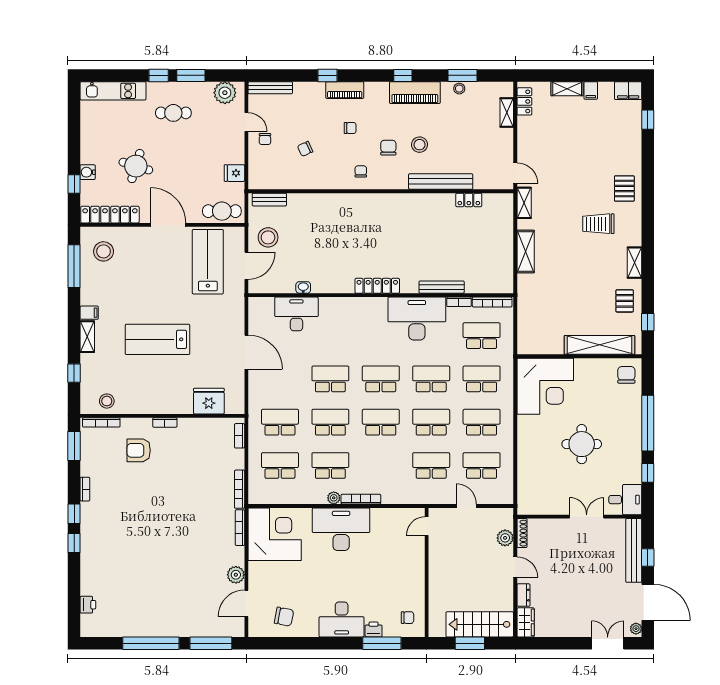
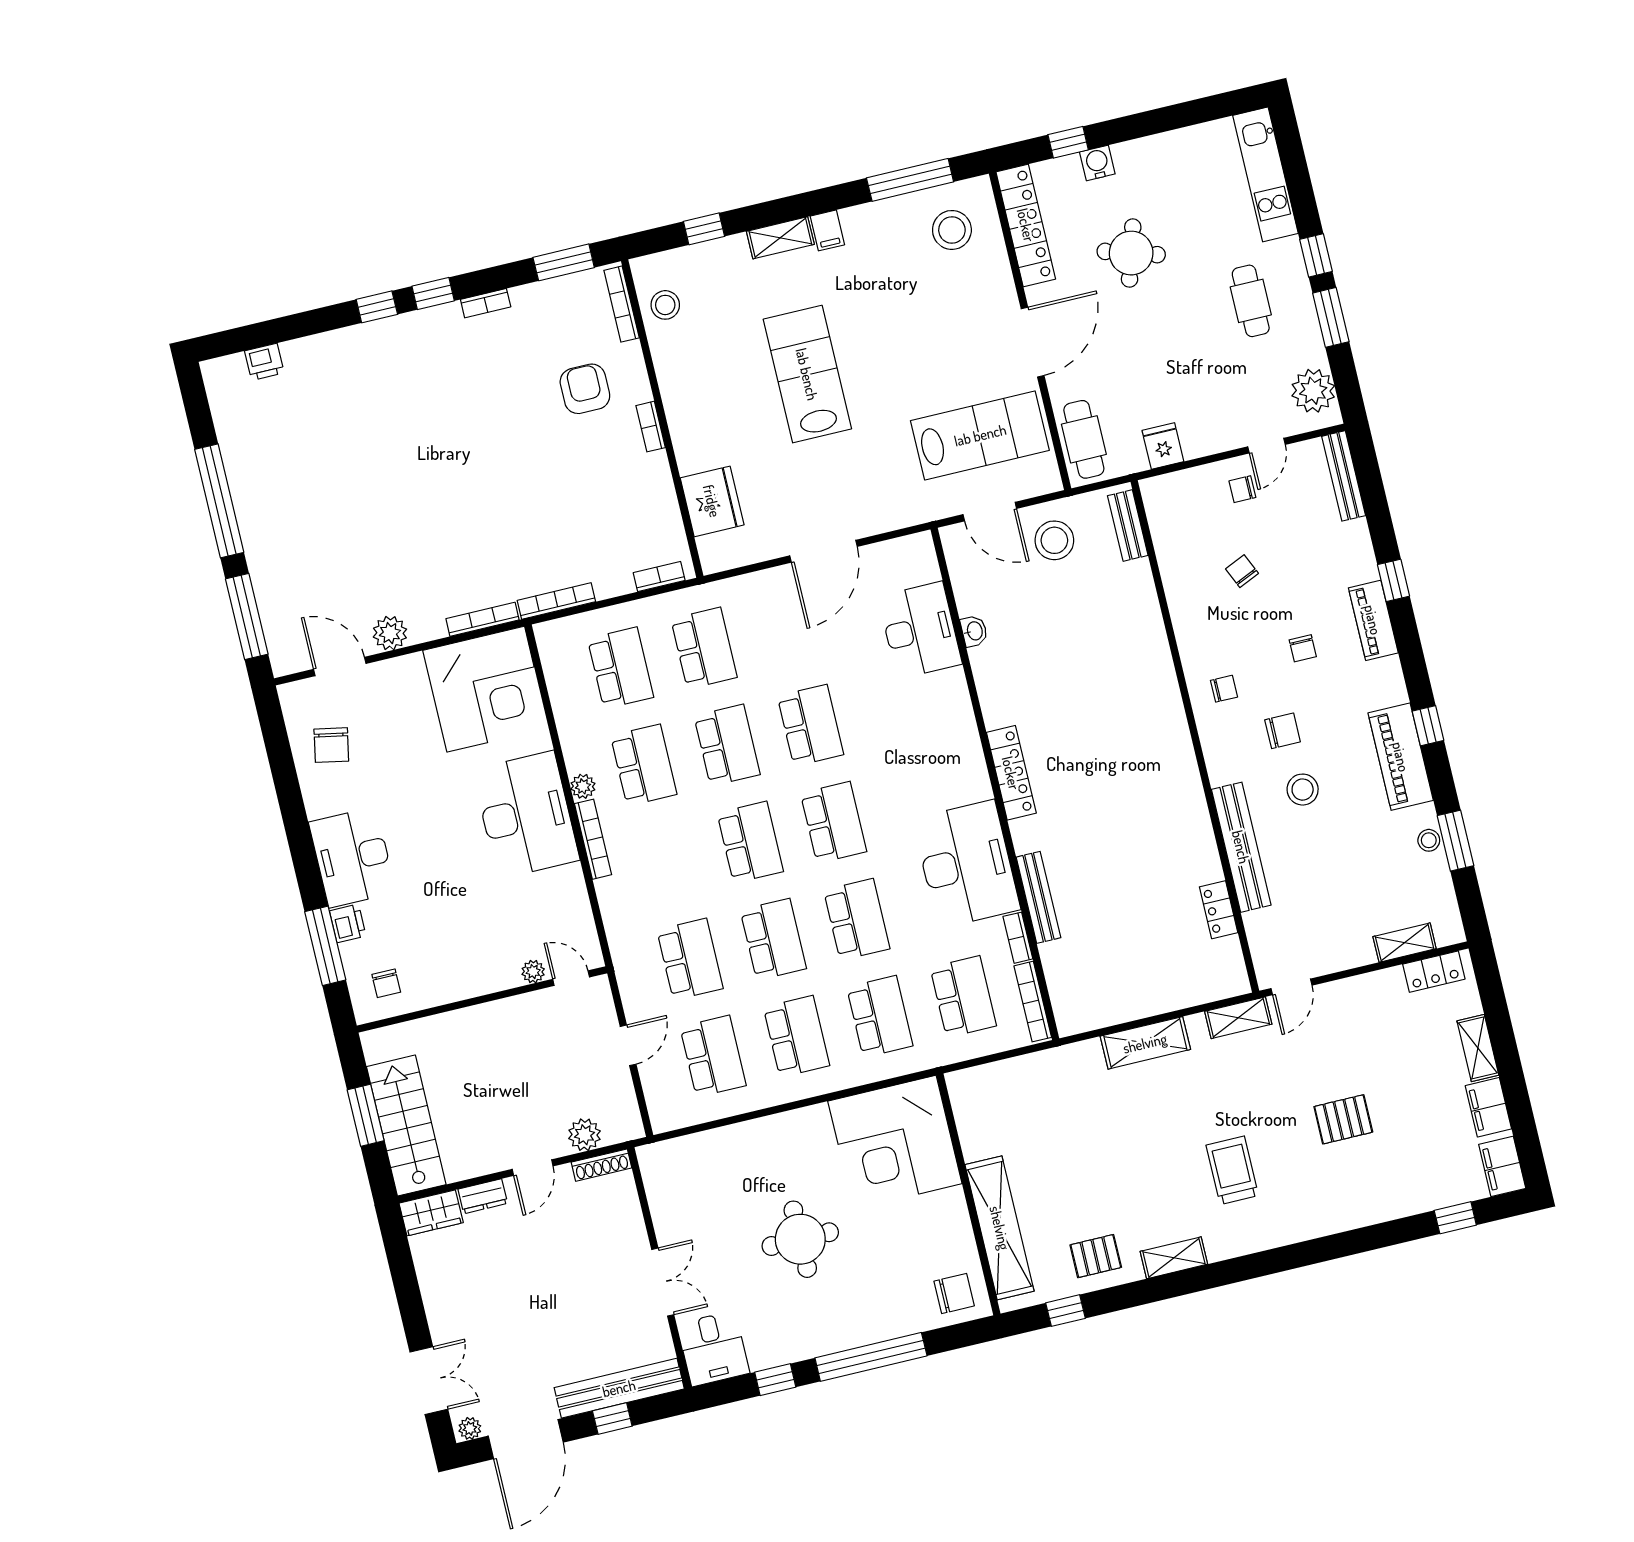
filing cabinet: (591, 90) -> (1488, 1107), width x2.00
pallet: (624, 188) -> (1343, 1119), moved
plant: (419, 544) -> (533, 972), added

